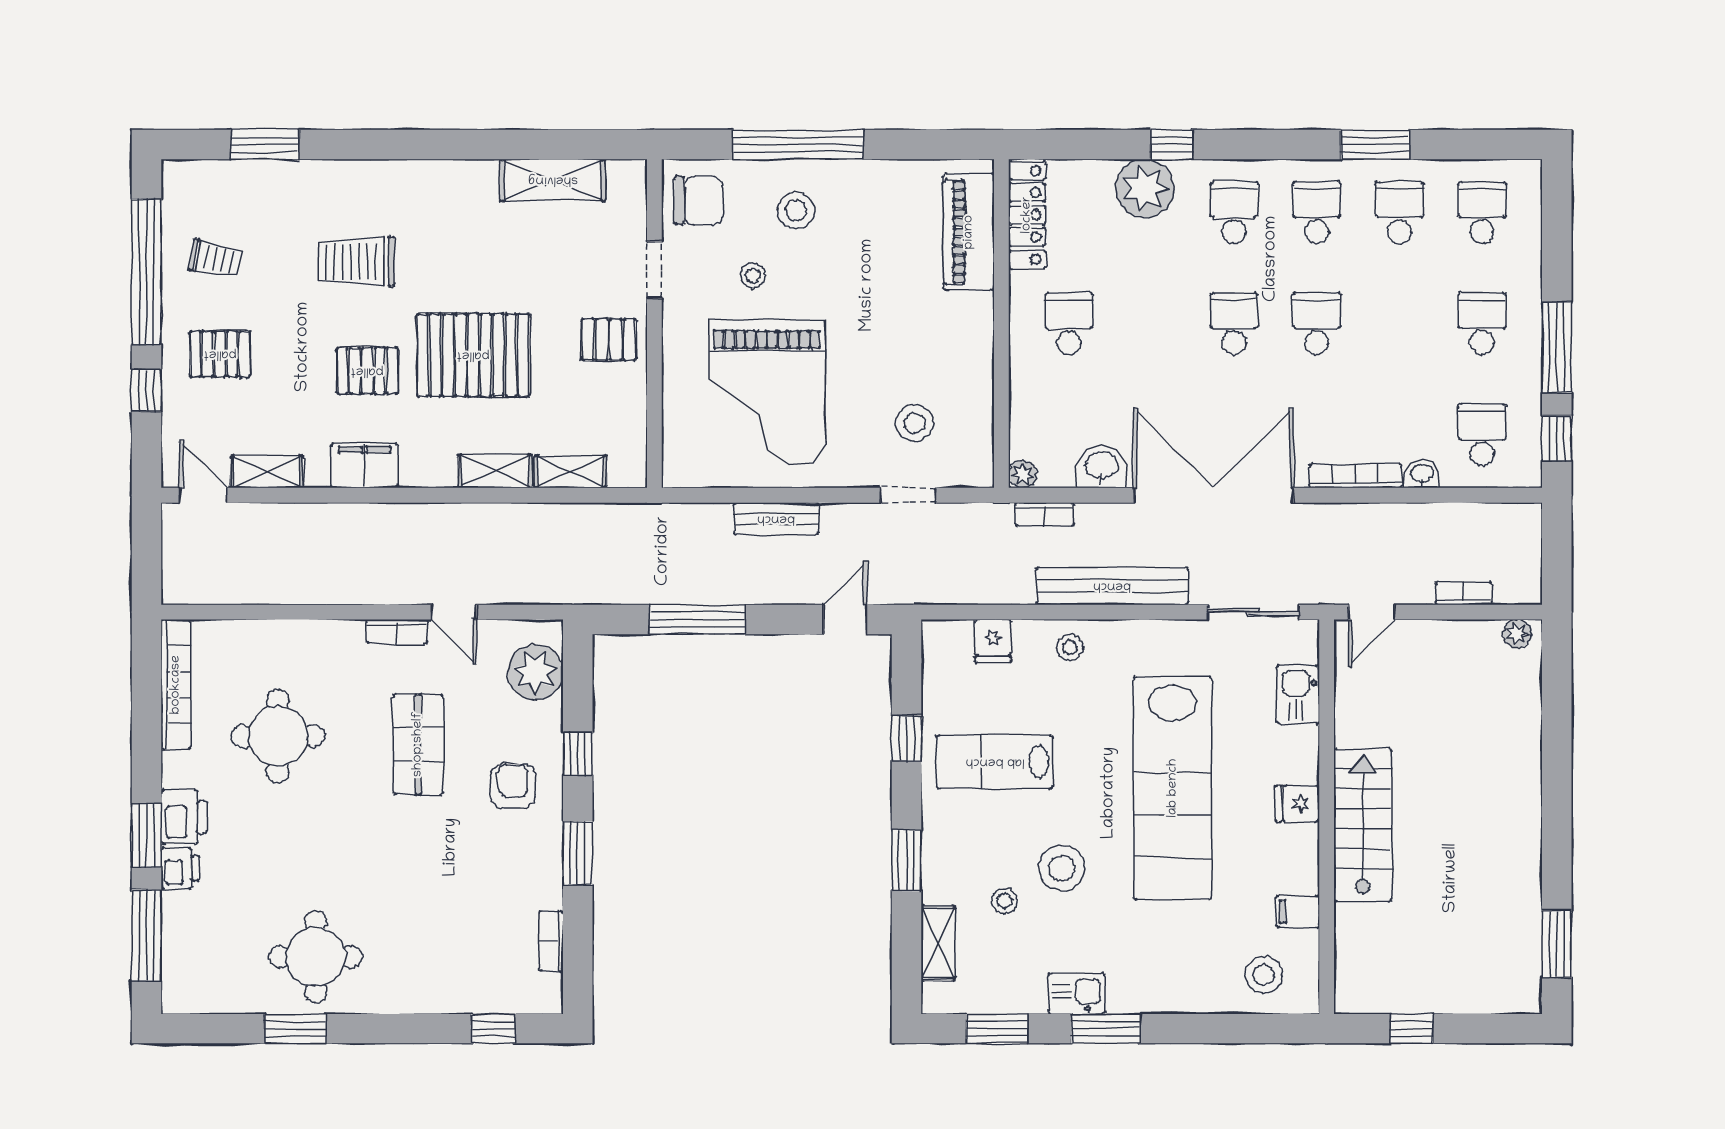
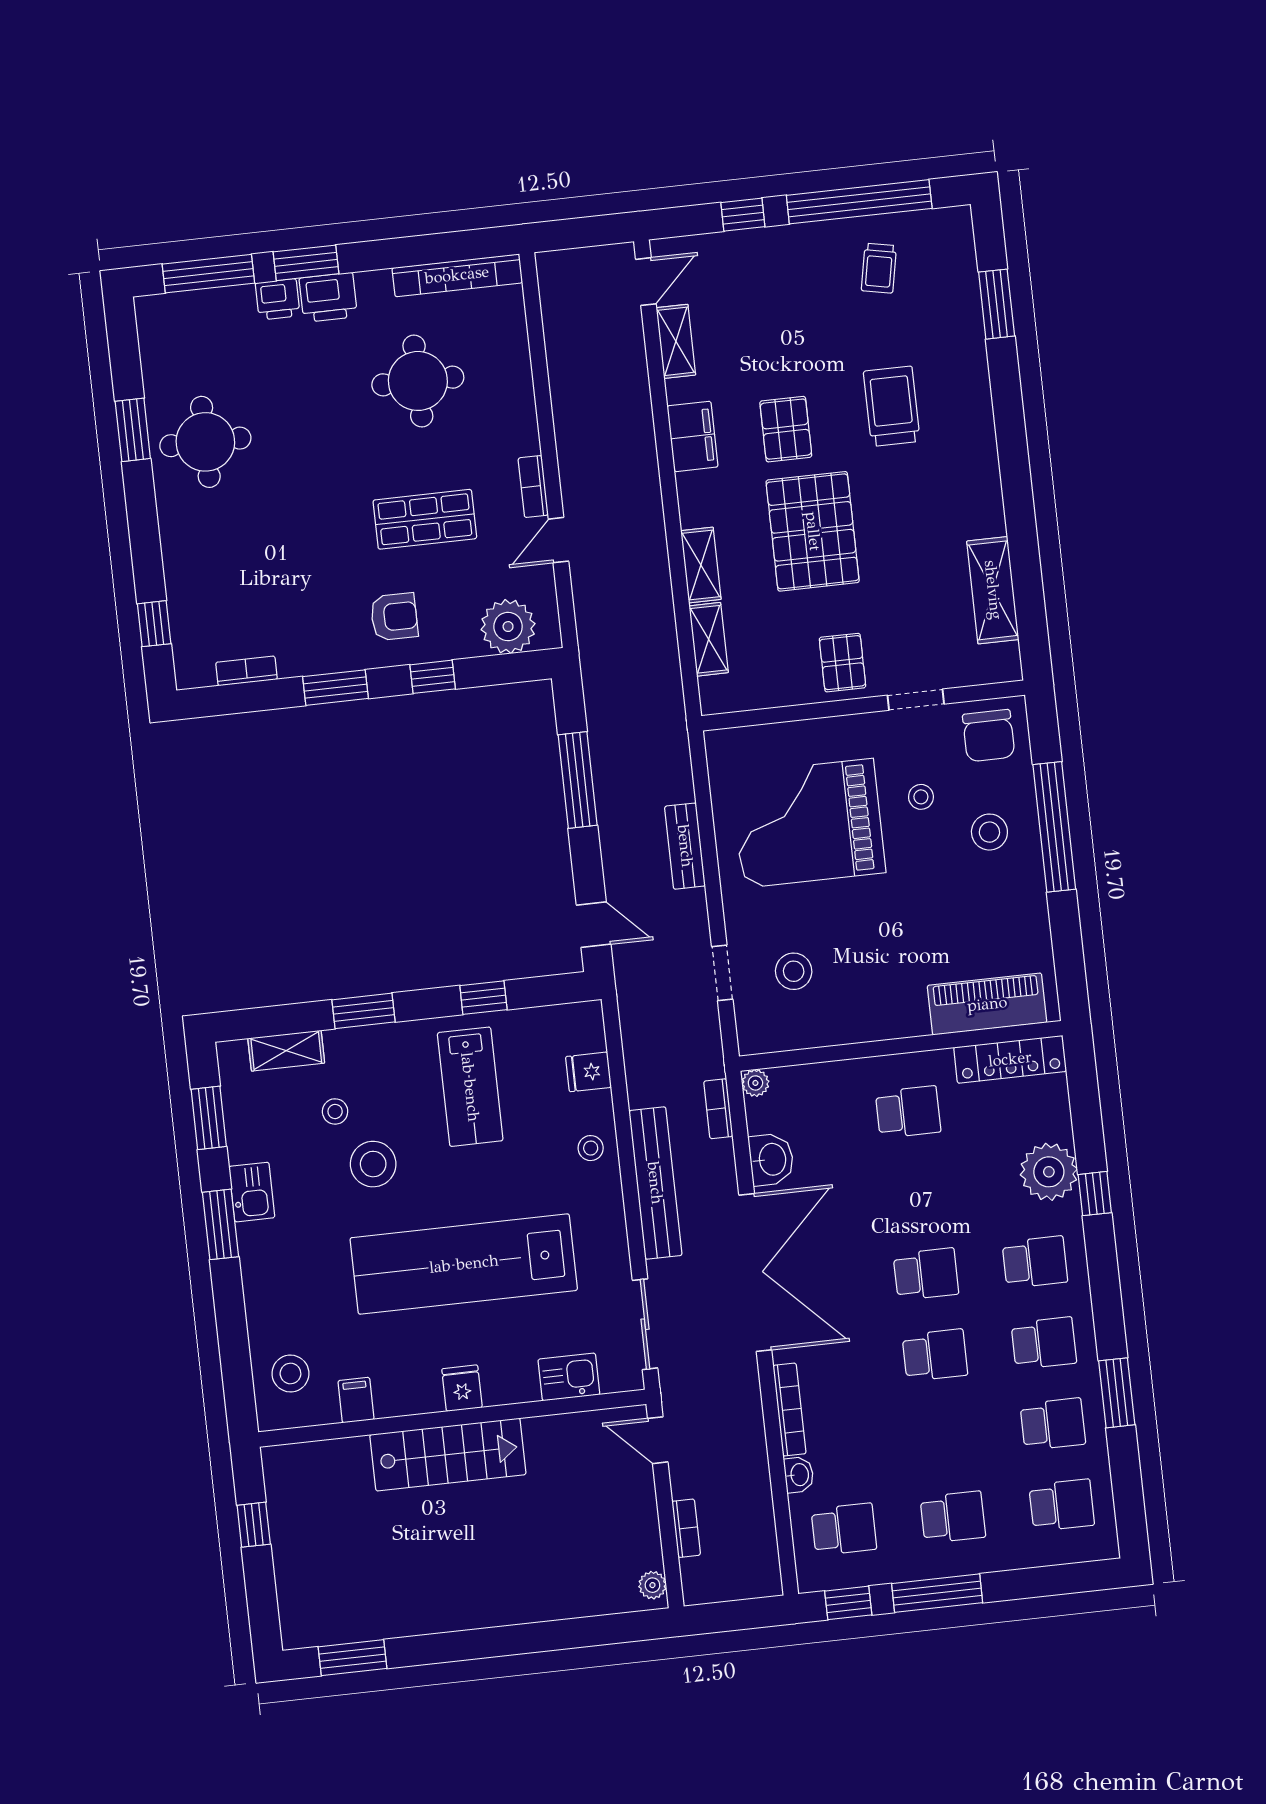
pallet: (220, 354) -> (786, 283), removed
lab bench: (995, 762) -> (470, 1087), turned 180

